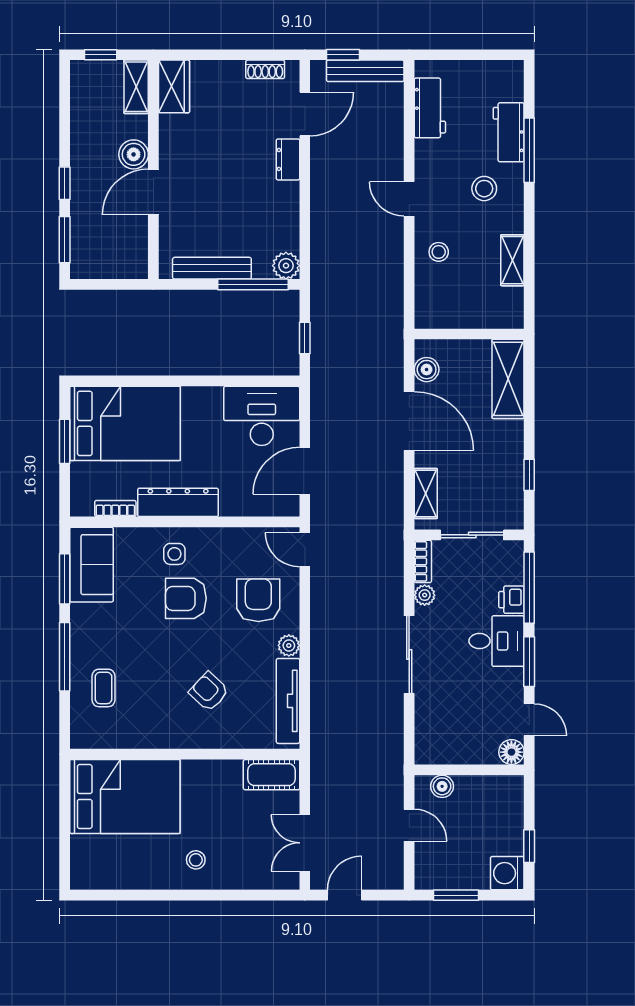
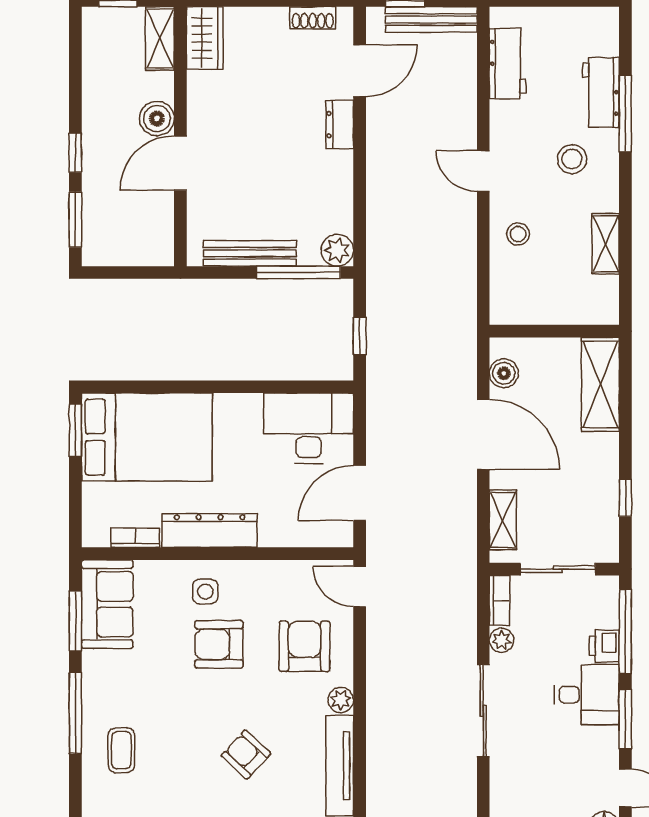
window: (65, 441) -> (75, 430), moved

